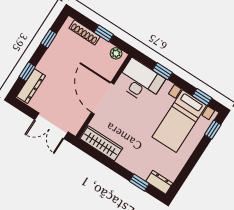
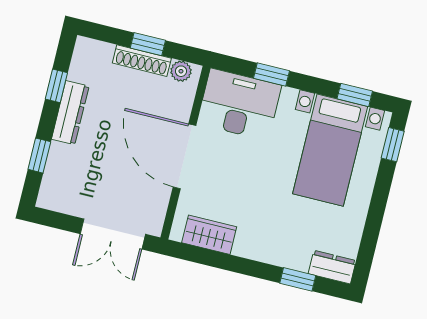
shoe rack: (85, 32) -> (142, 61), moved
dresser: (31, 86) -> (70, 113), moved
wardrobe: (101, 143) -> (209, 235), width x0.67

